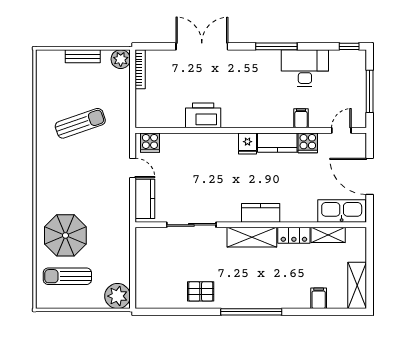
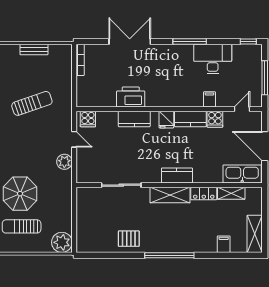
plant: (121, 59) -> (64, 162), moved
kitchen counter: (145, 199) -> (134, 119), moved, turned 90

